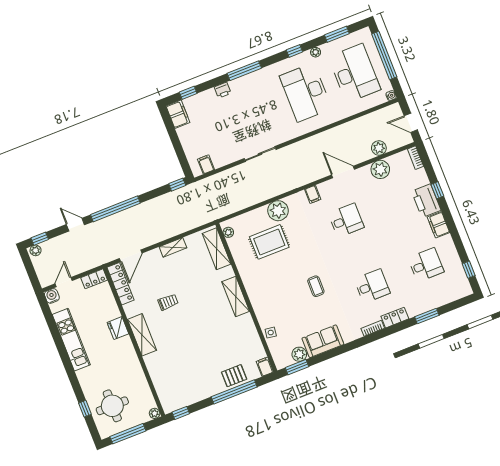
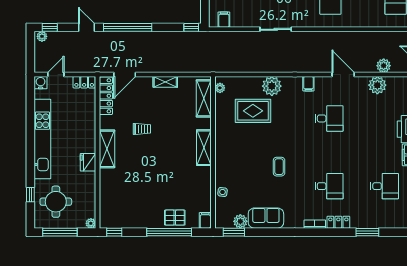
fridge: (118, 328) -> (88, 162), moved
kitchen unit: (71, 340) -> (42, 139), width x1.36

